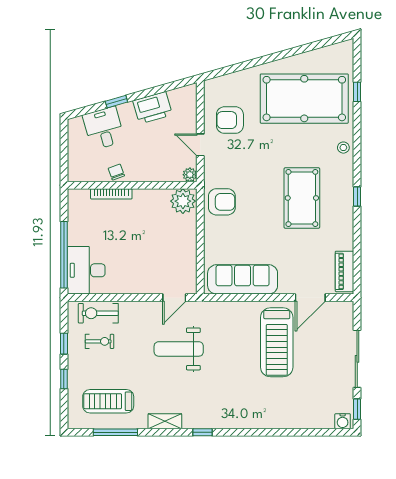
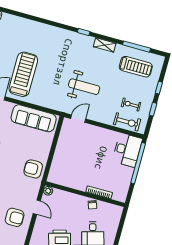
plant: (183, 201) -> (57, 176), removed

